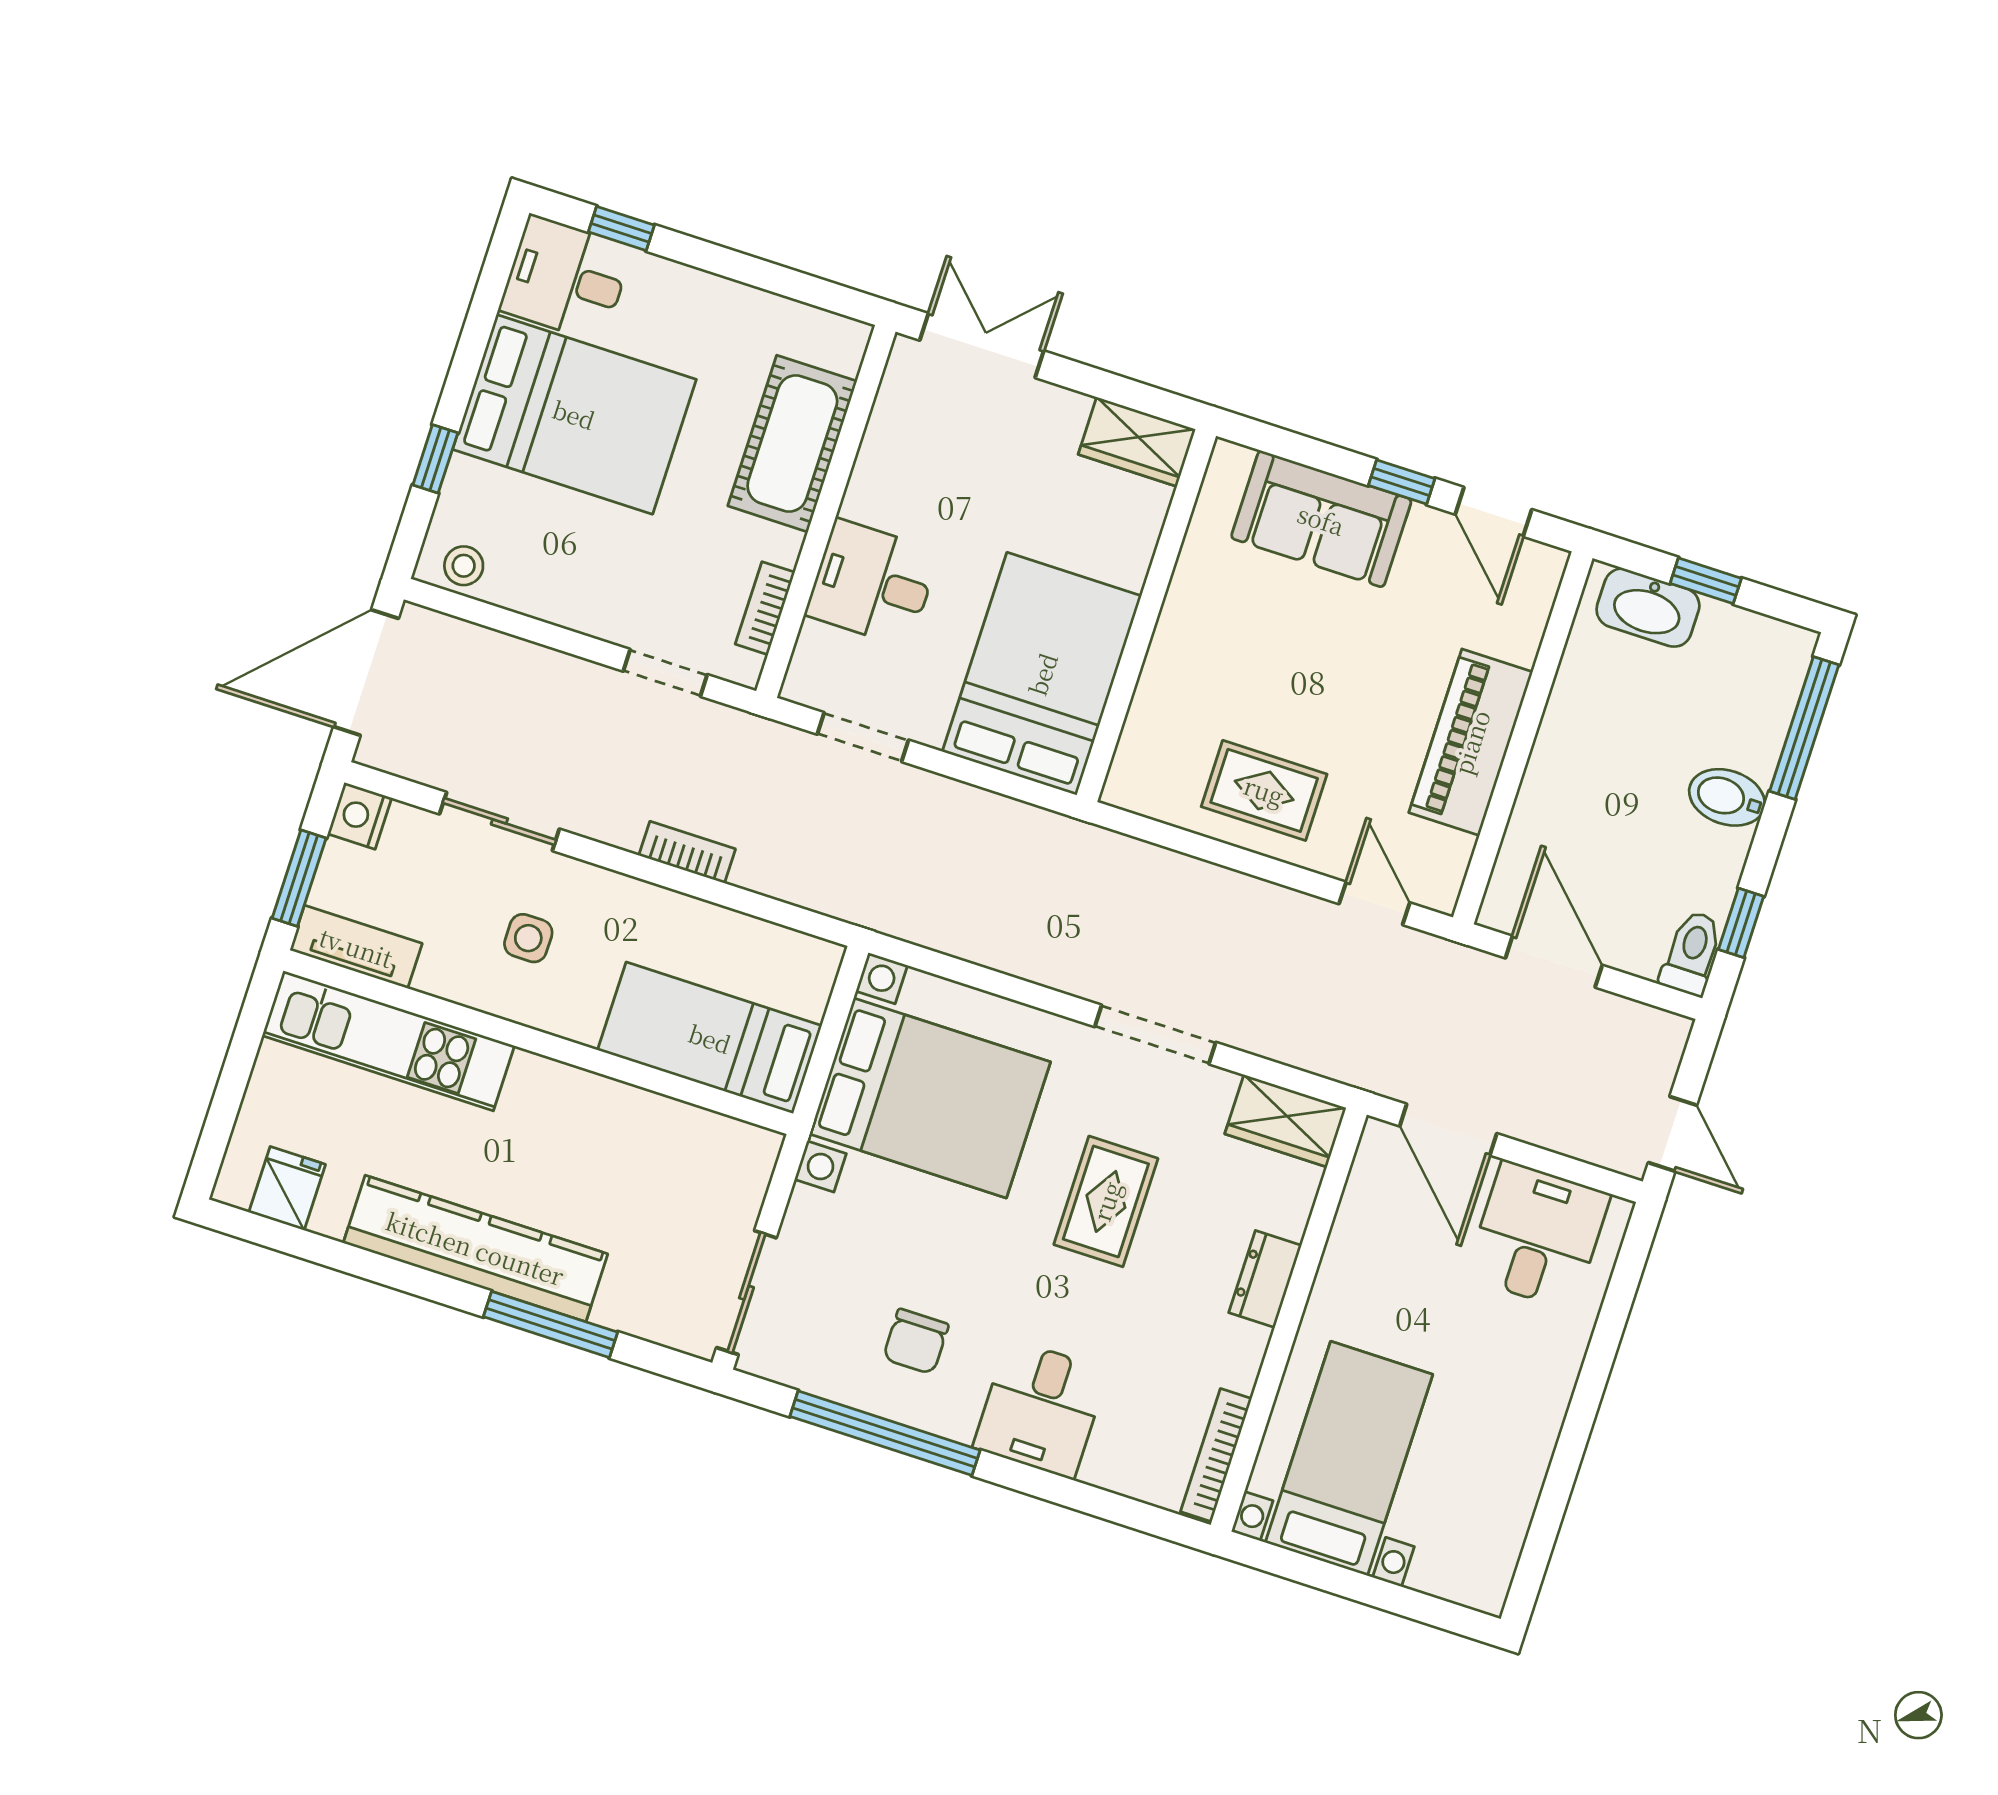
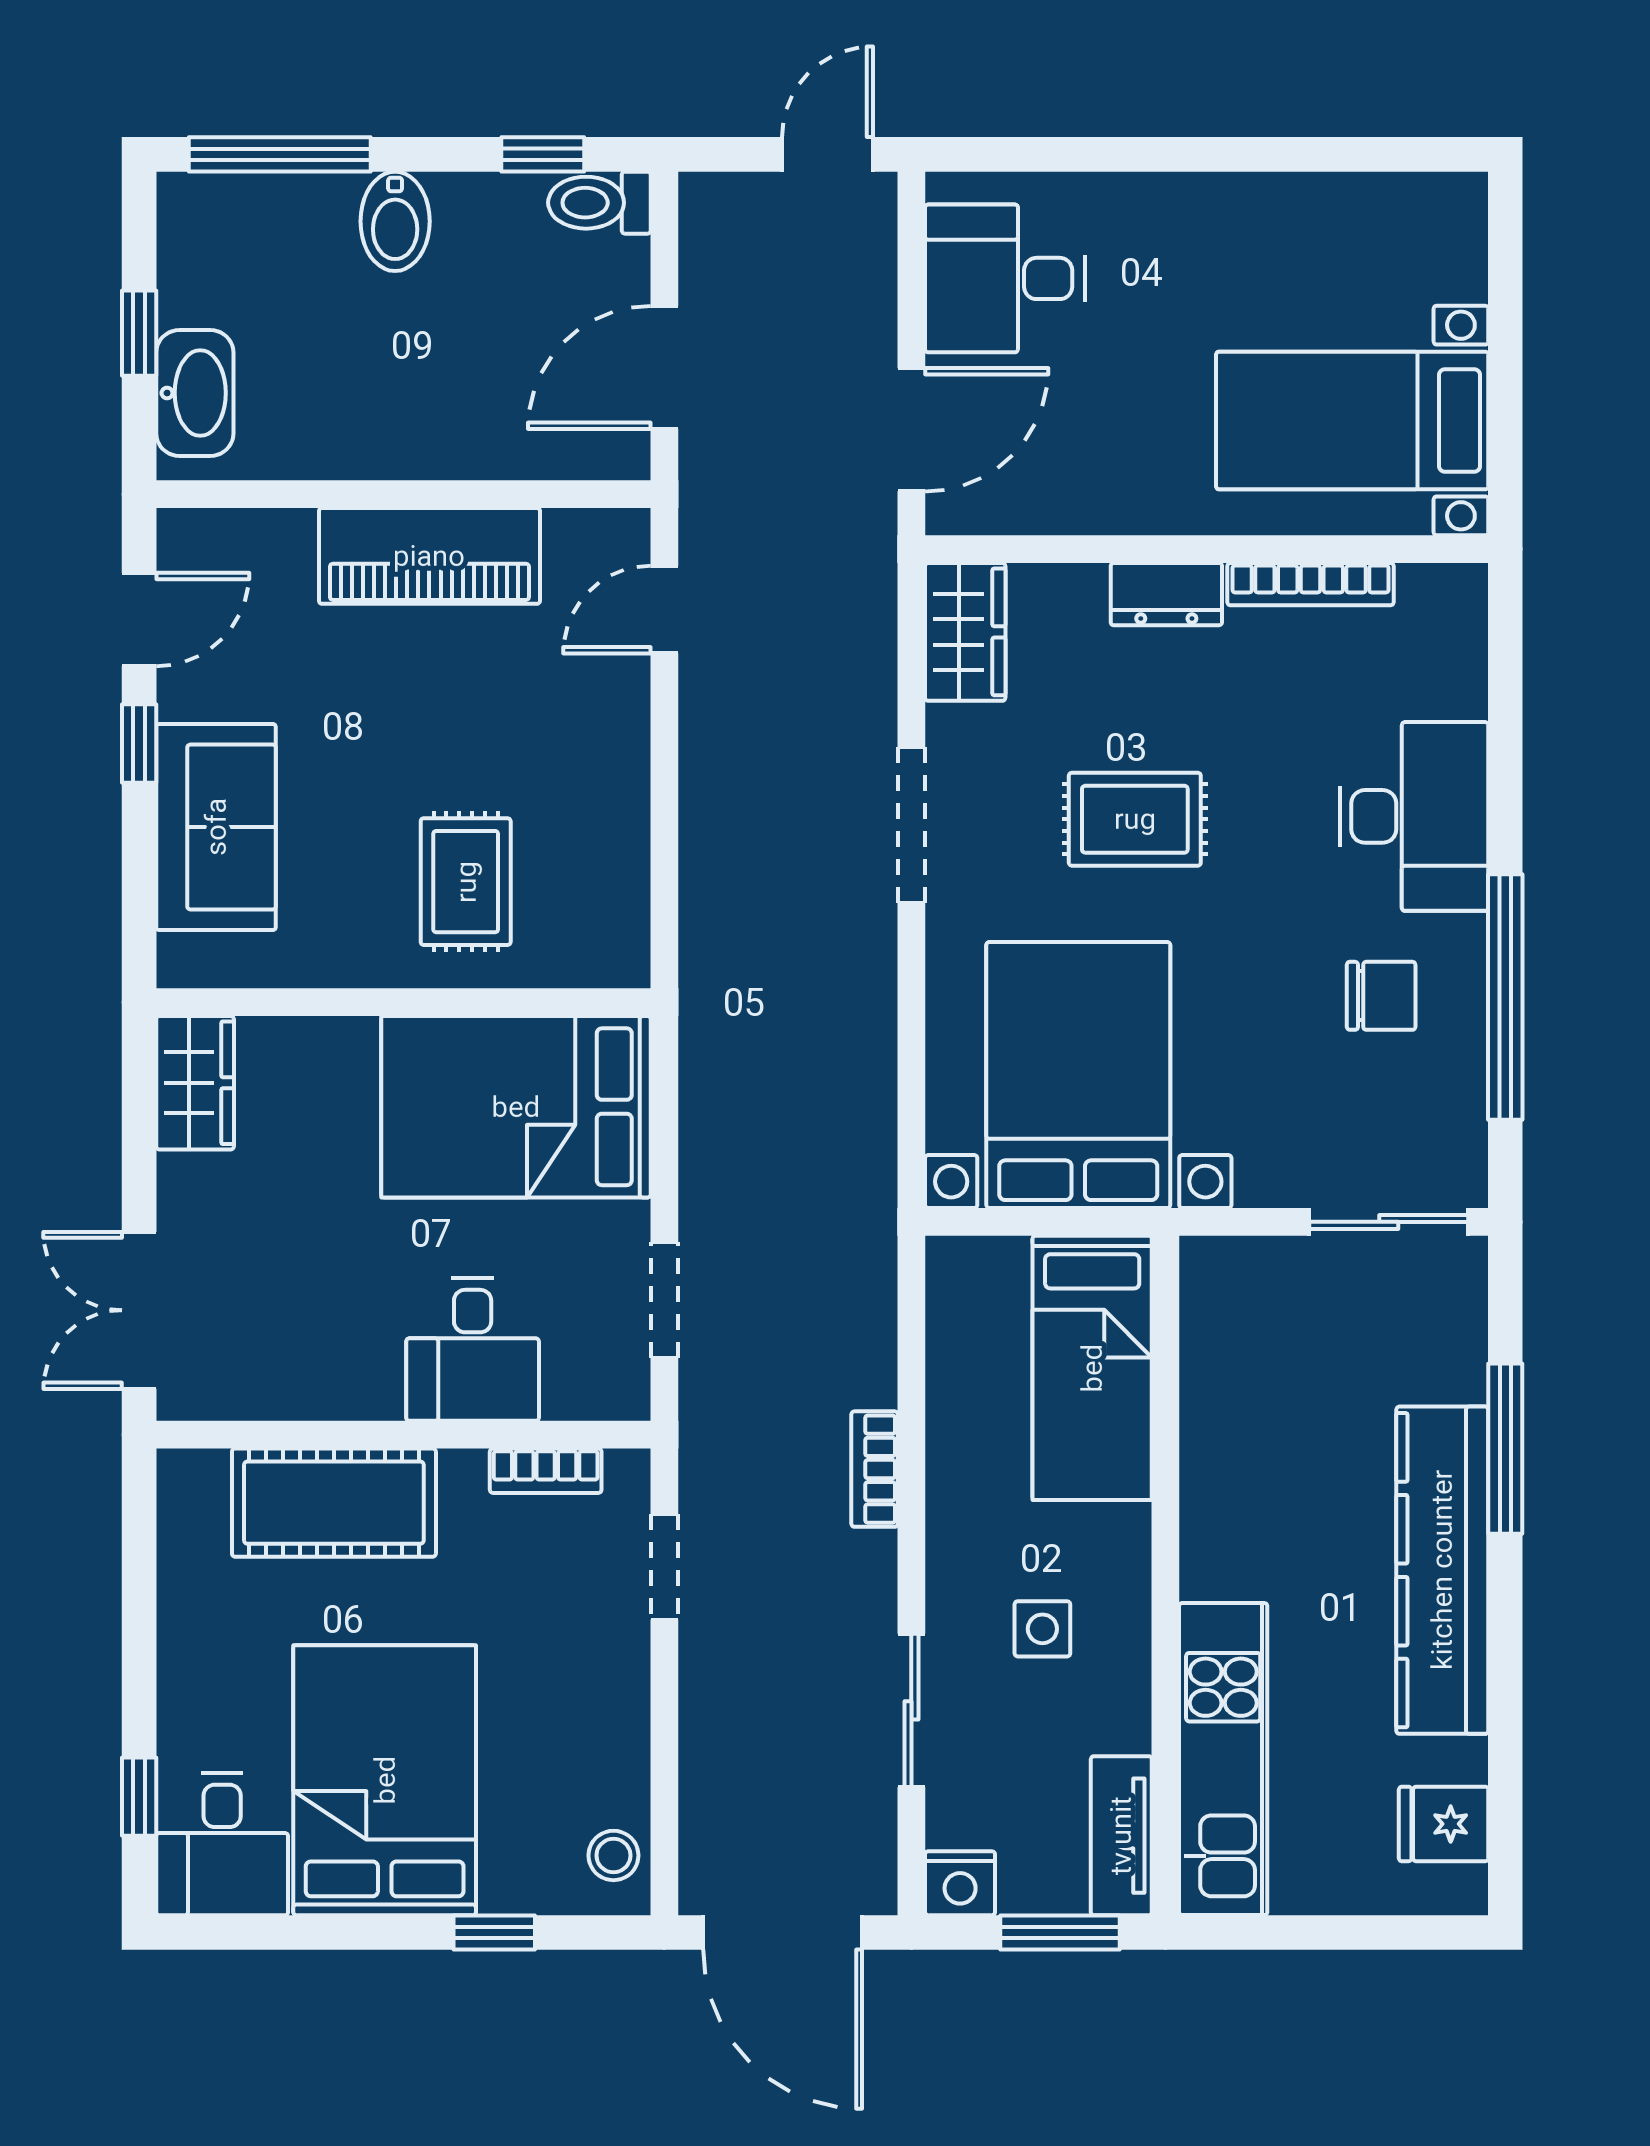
rug: (1264, 790) -> (466, 882), moved
desk: (1041, 1409) -> (1414, 816), width x1.37
bookcase: (1216, 1455) -> (1310, 584), moved

